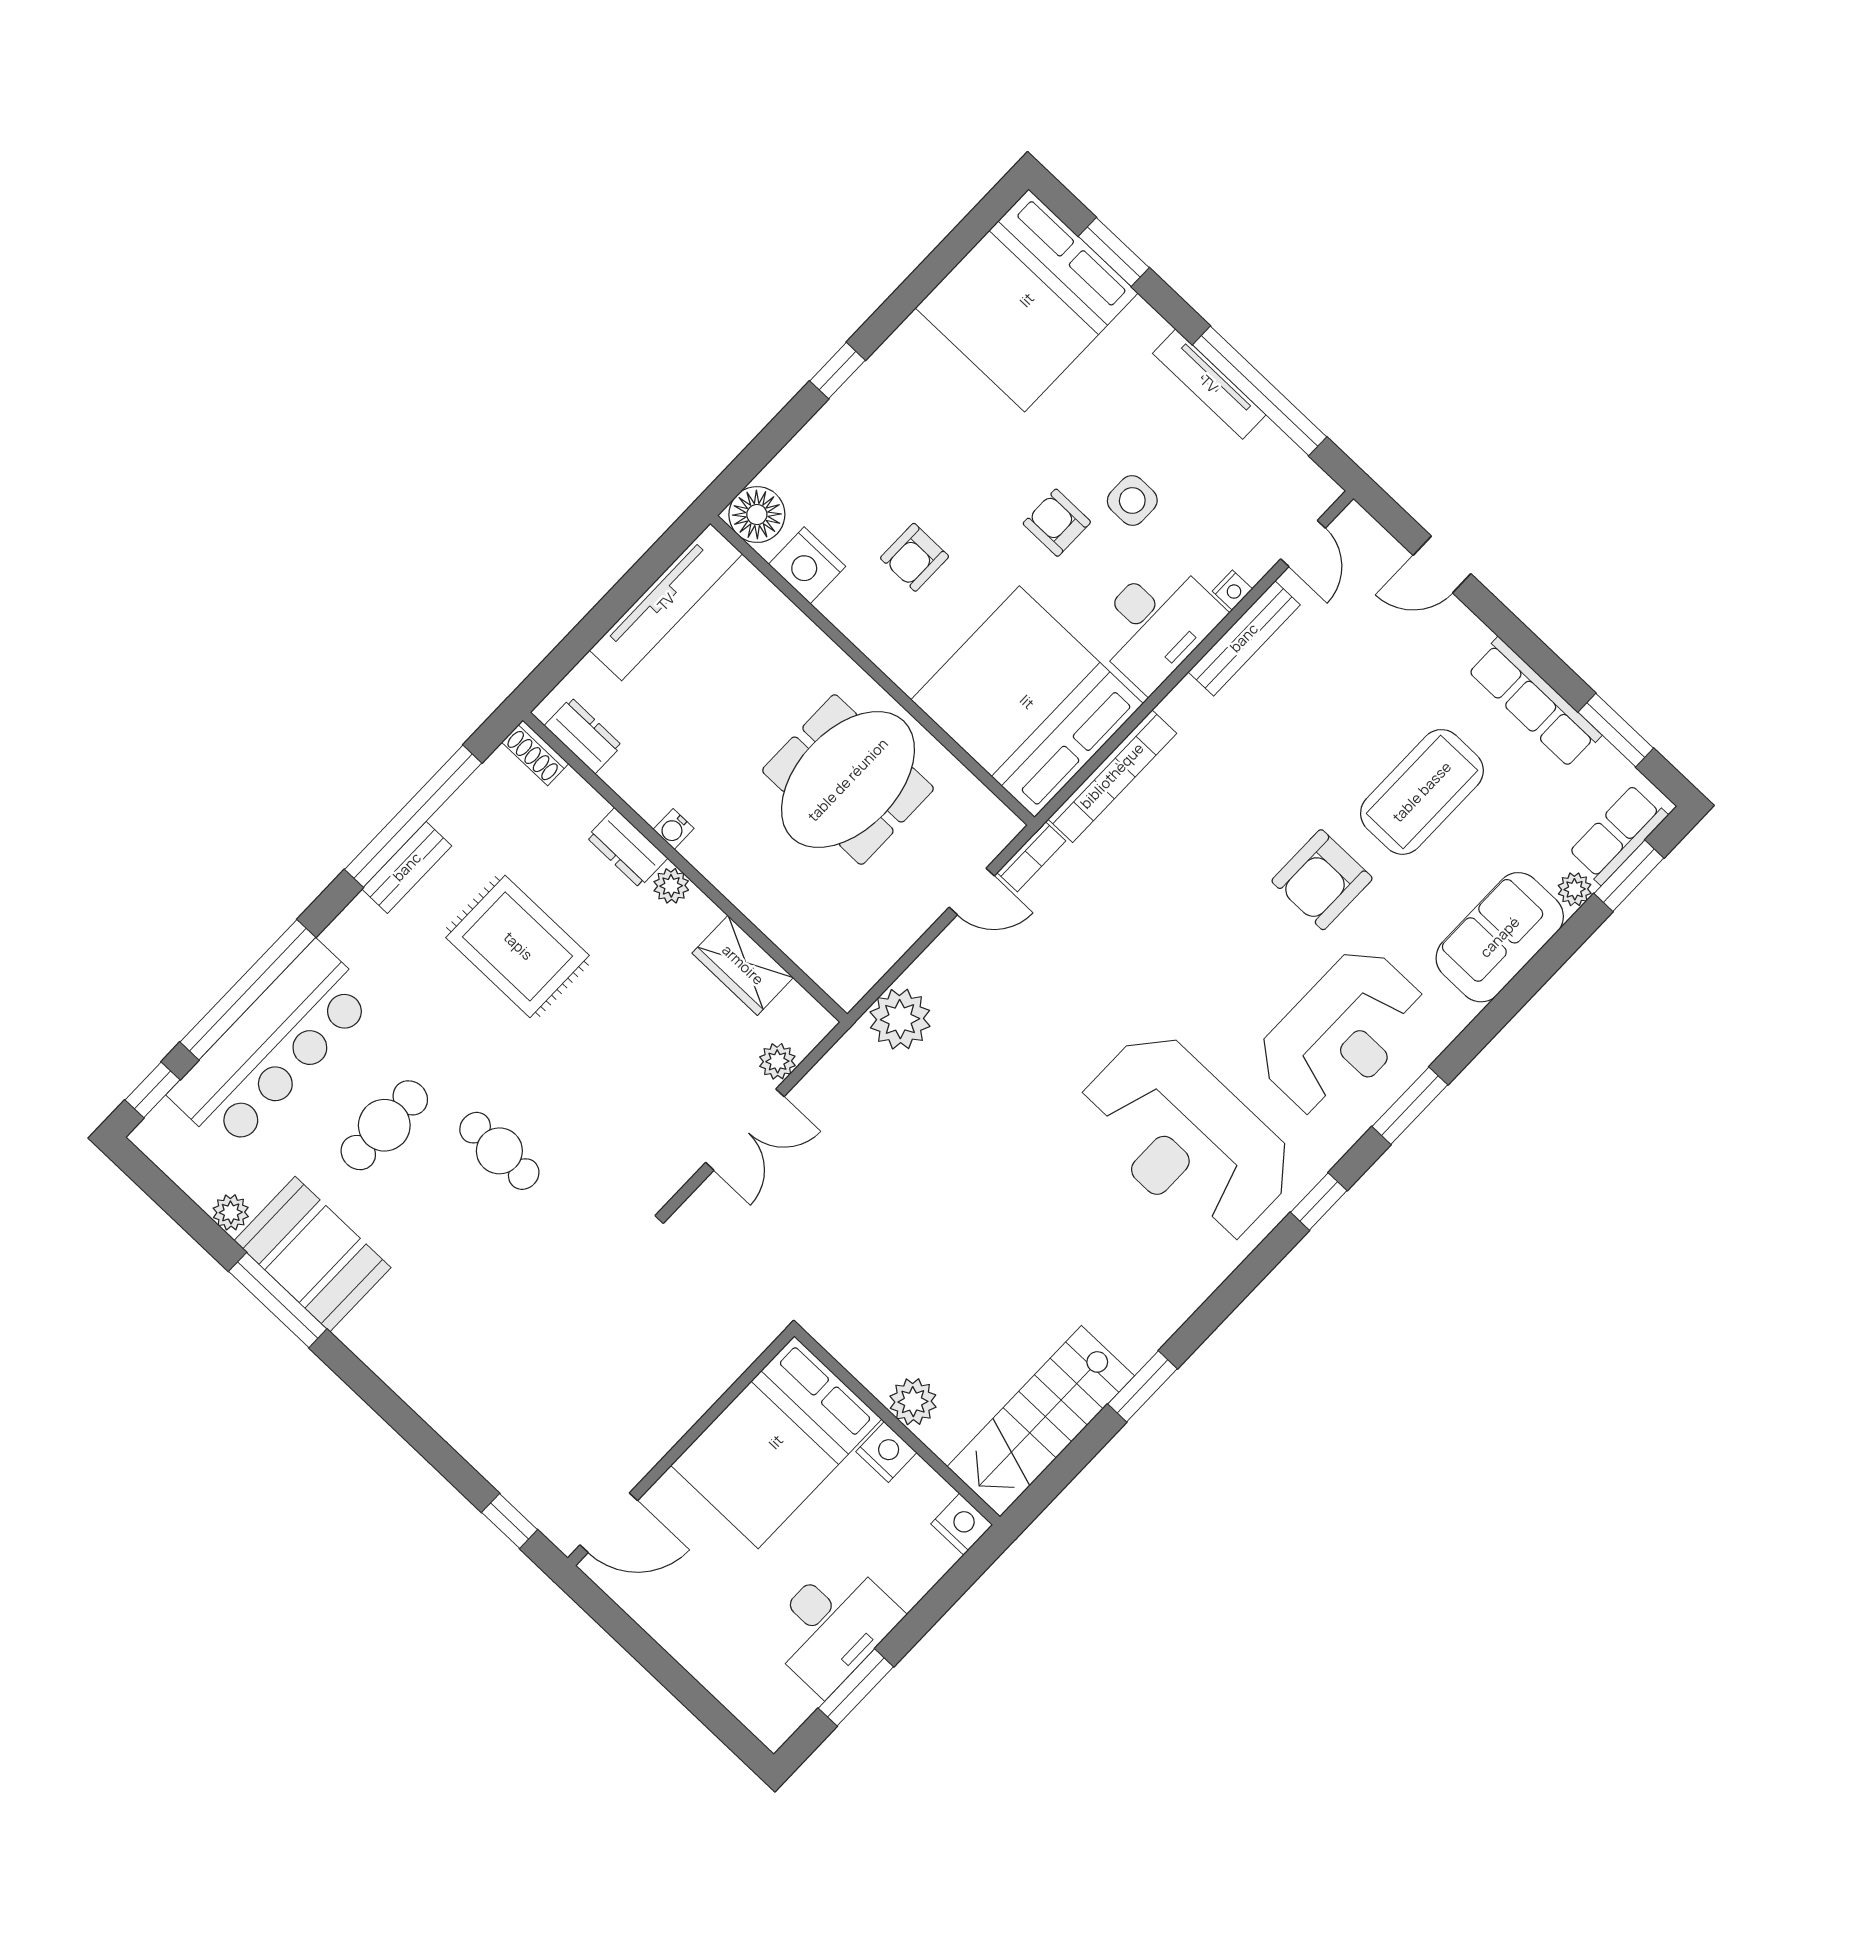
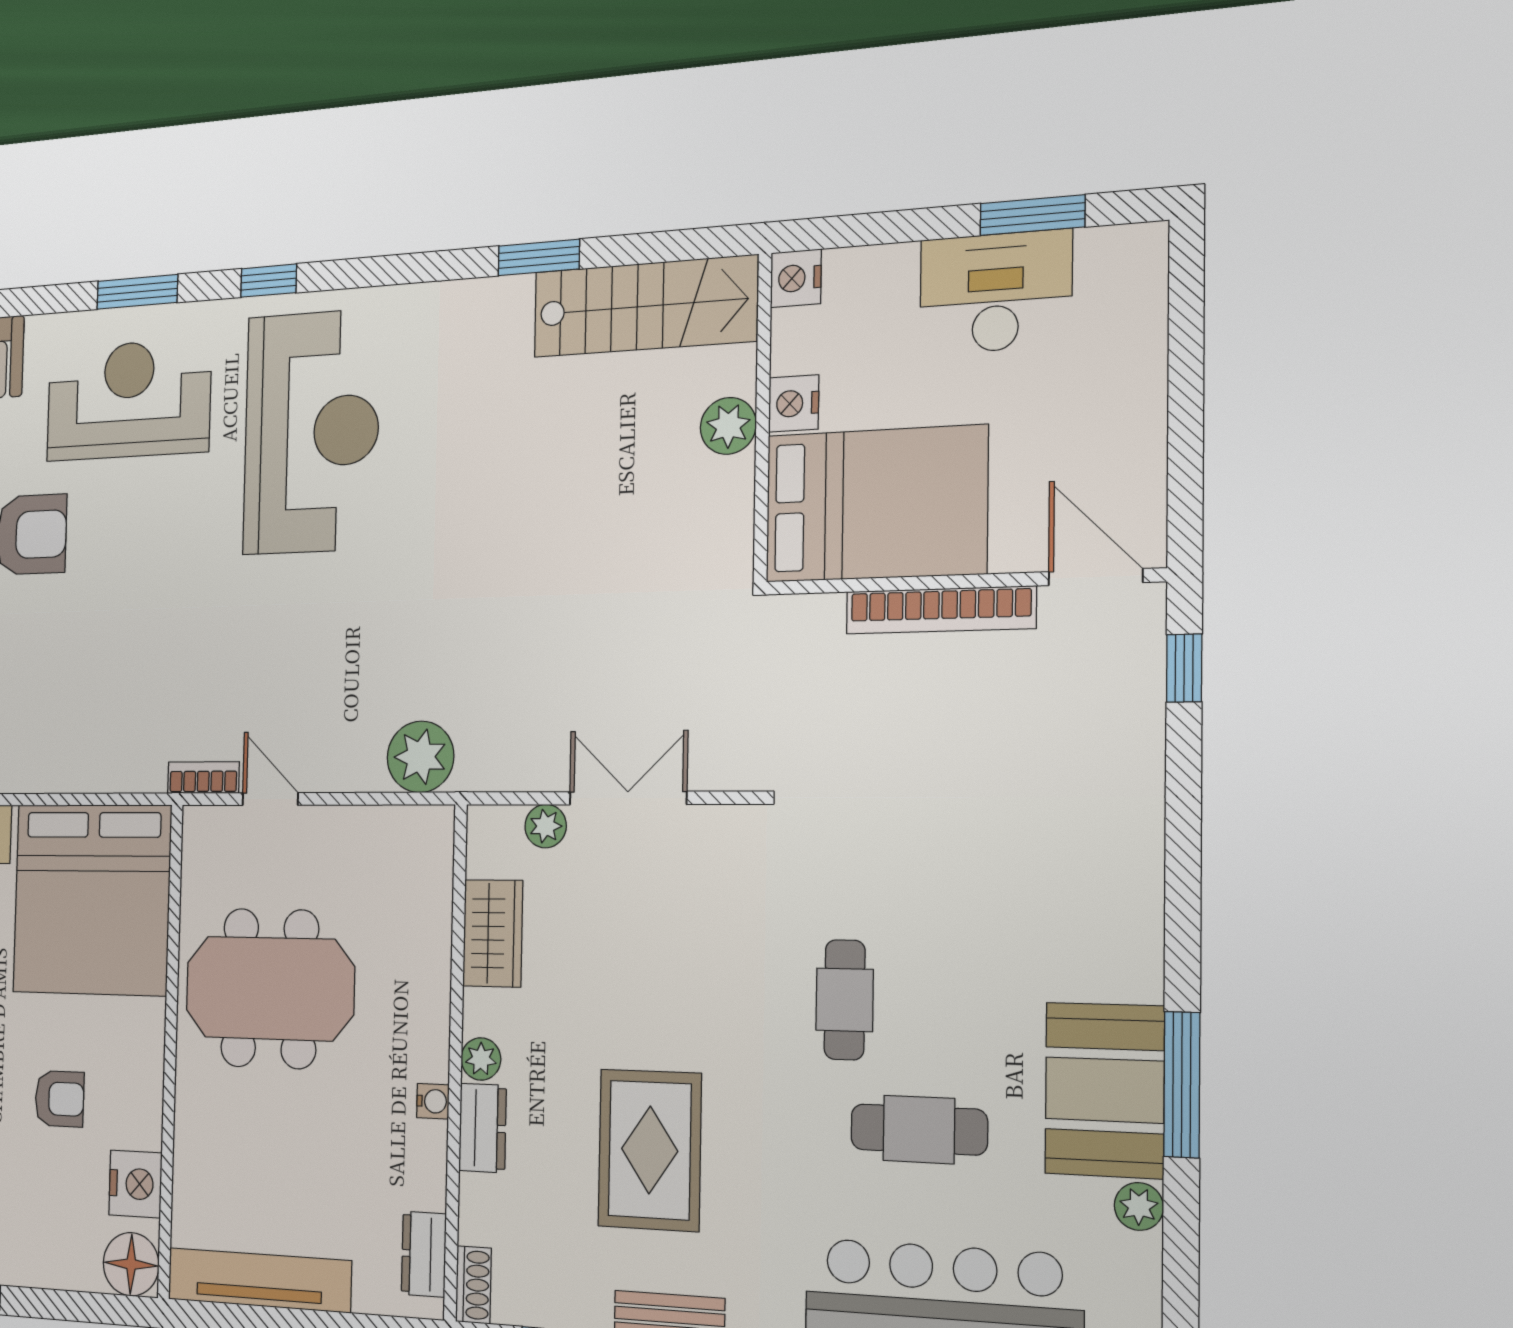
bookcase: (1112, 776) -> (940, 610), moved, turned 180

